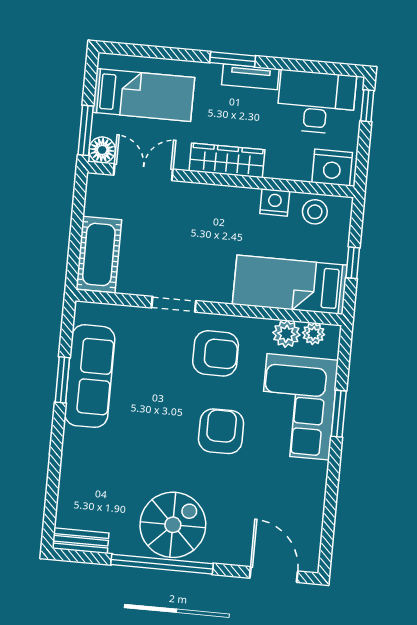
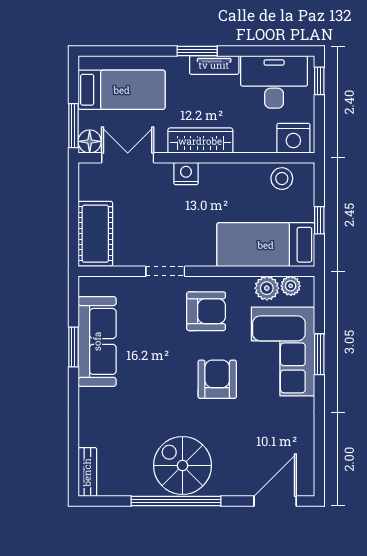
nightstand: (275, 202) -> (186, 174), moved
spiral stairs: (173, 525) -> (182, 465), turned -90
bench: (80, 541) -> (87, 472), moved, turned 90
door: (274, 575) -> (275, 501), hinge flipped

